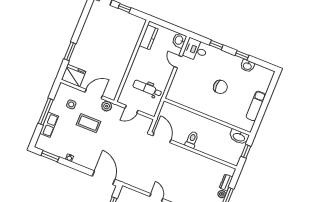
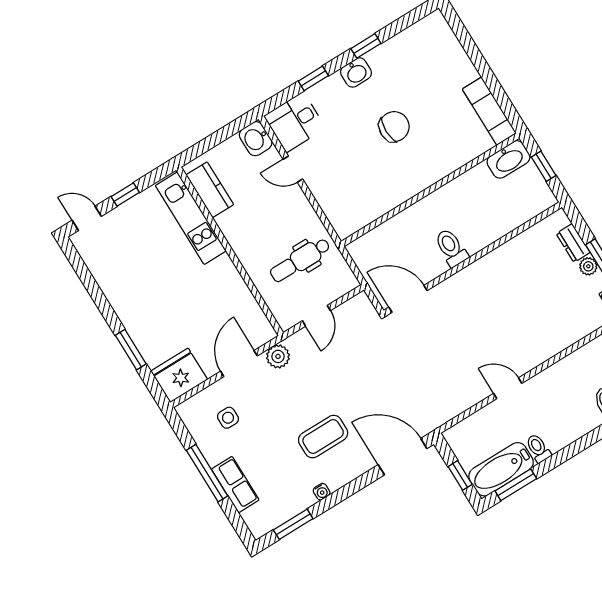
kitchen unit: (133, 38) -> (191, 218), added
washbasin: (247, 66) -> (356, 72), moved
exam couch: (256, 106) -> (489, 111), moved
coffee table: (89, 123) -> (323, 437), moved

